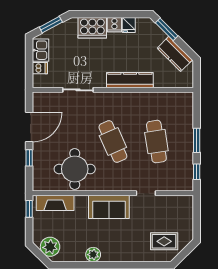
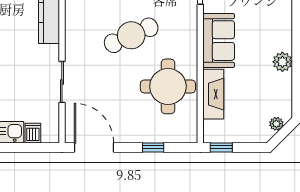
door: (29, 127) -> (94, 147), moved
fireplace: (55, 203) -> (213, 94), moved
plant: (50, 247) -> (276, 124), width x0.53, depth x0.53

